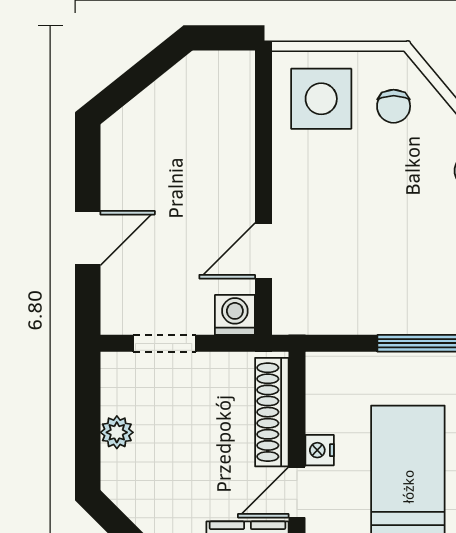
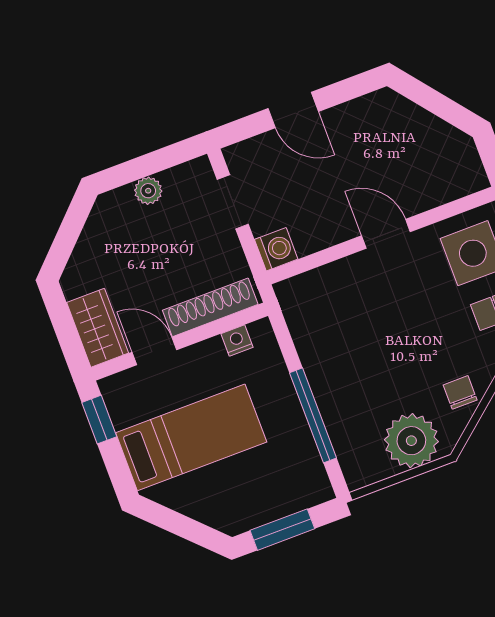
door: (263, 251) -> (386, 234), moved
nightstand: (320, 450) -> (237, 340), moved

